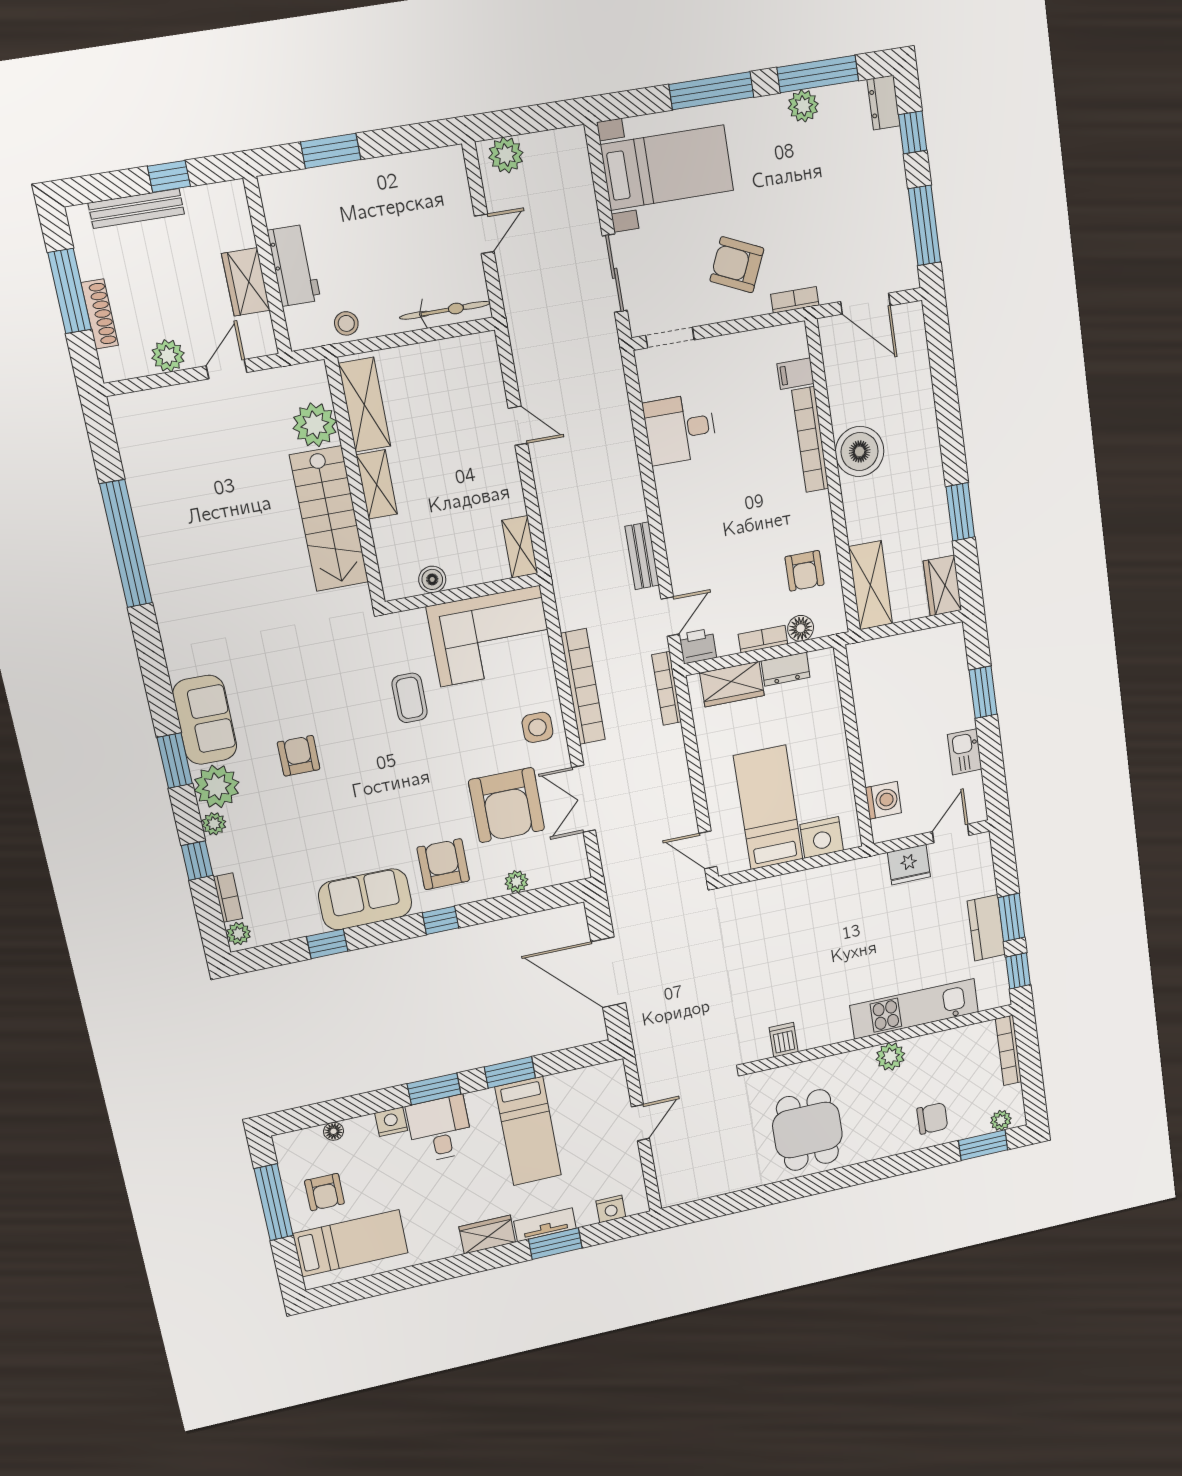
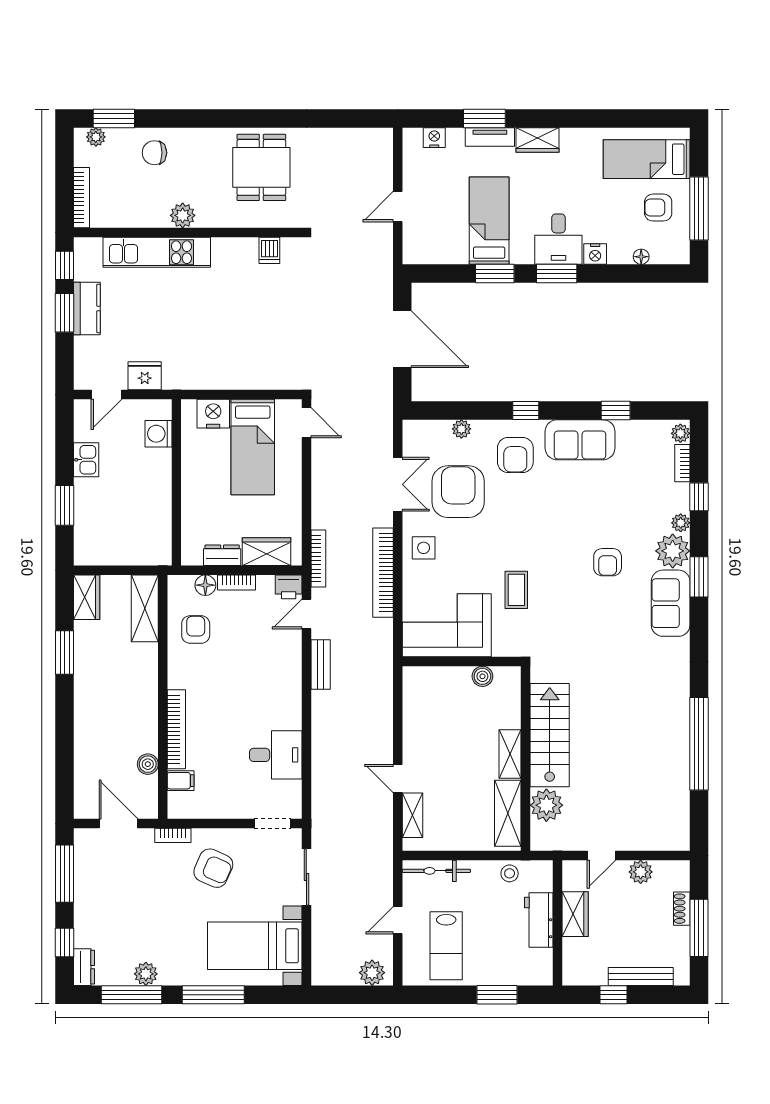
lab bench: (413, 209) -> (446, 946), added
shoe rack: (100, 314) -> (682, 909), width x0.70
boiler: (860, 451) -> (148, 764), moved, width x0.54, depth x0.54
shelving: (520, 547) -> (412, 815), moved
armchair: (325, 1192) -> (658, 208), turned -90

